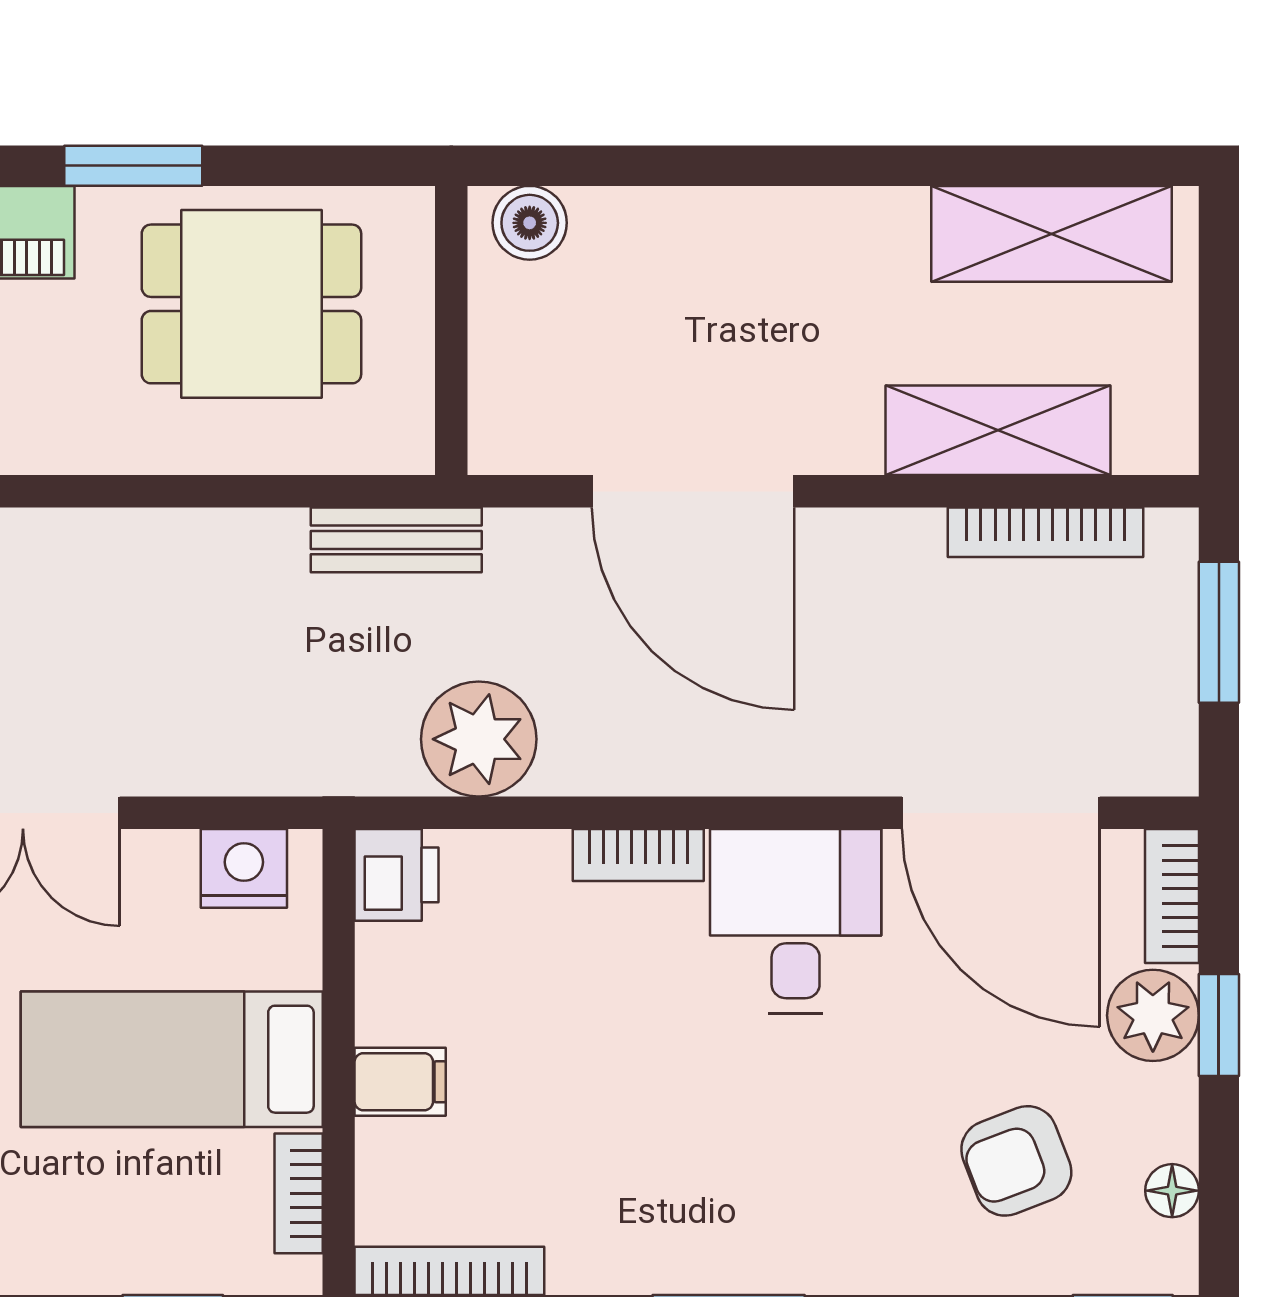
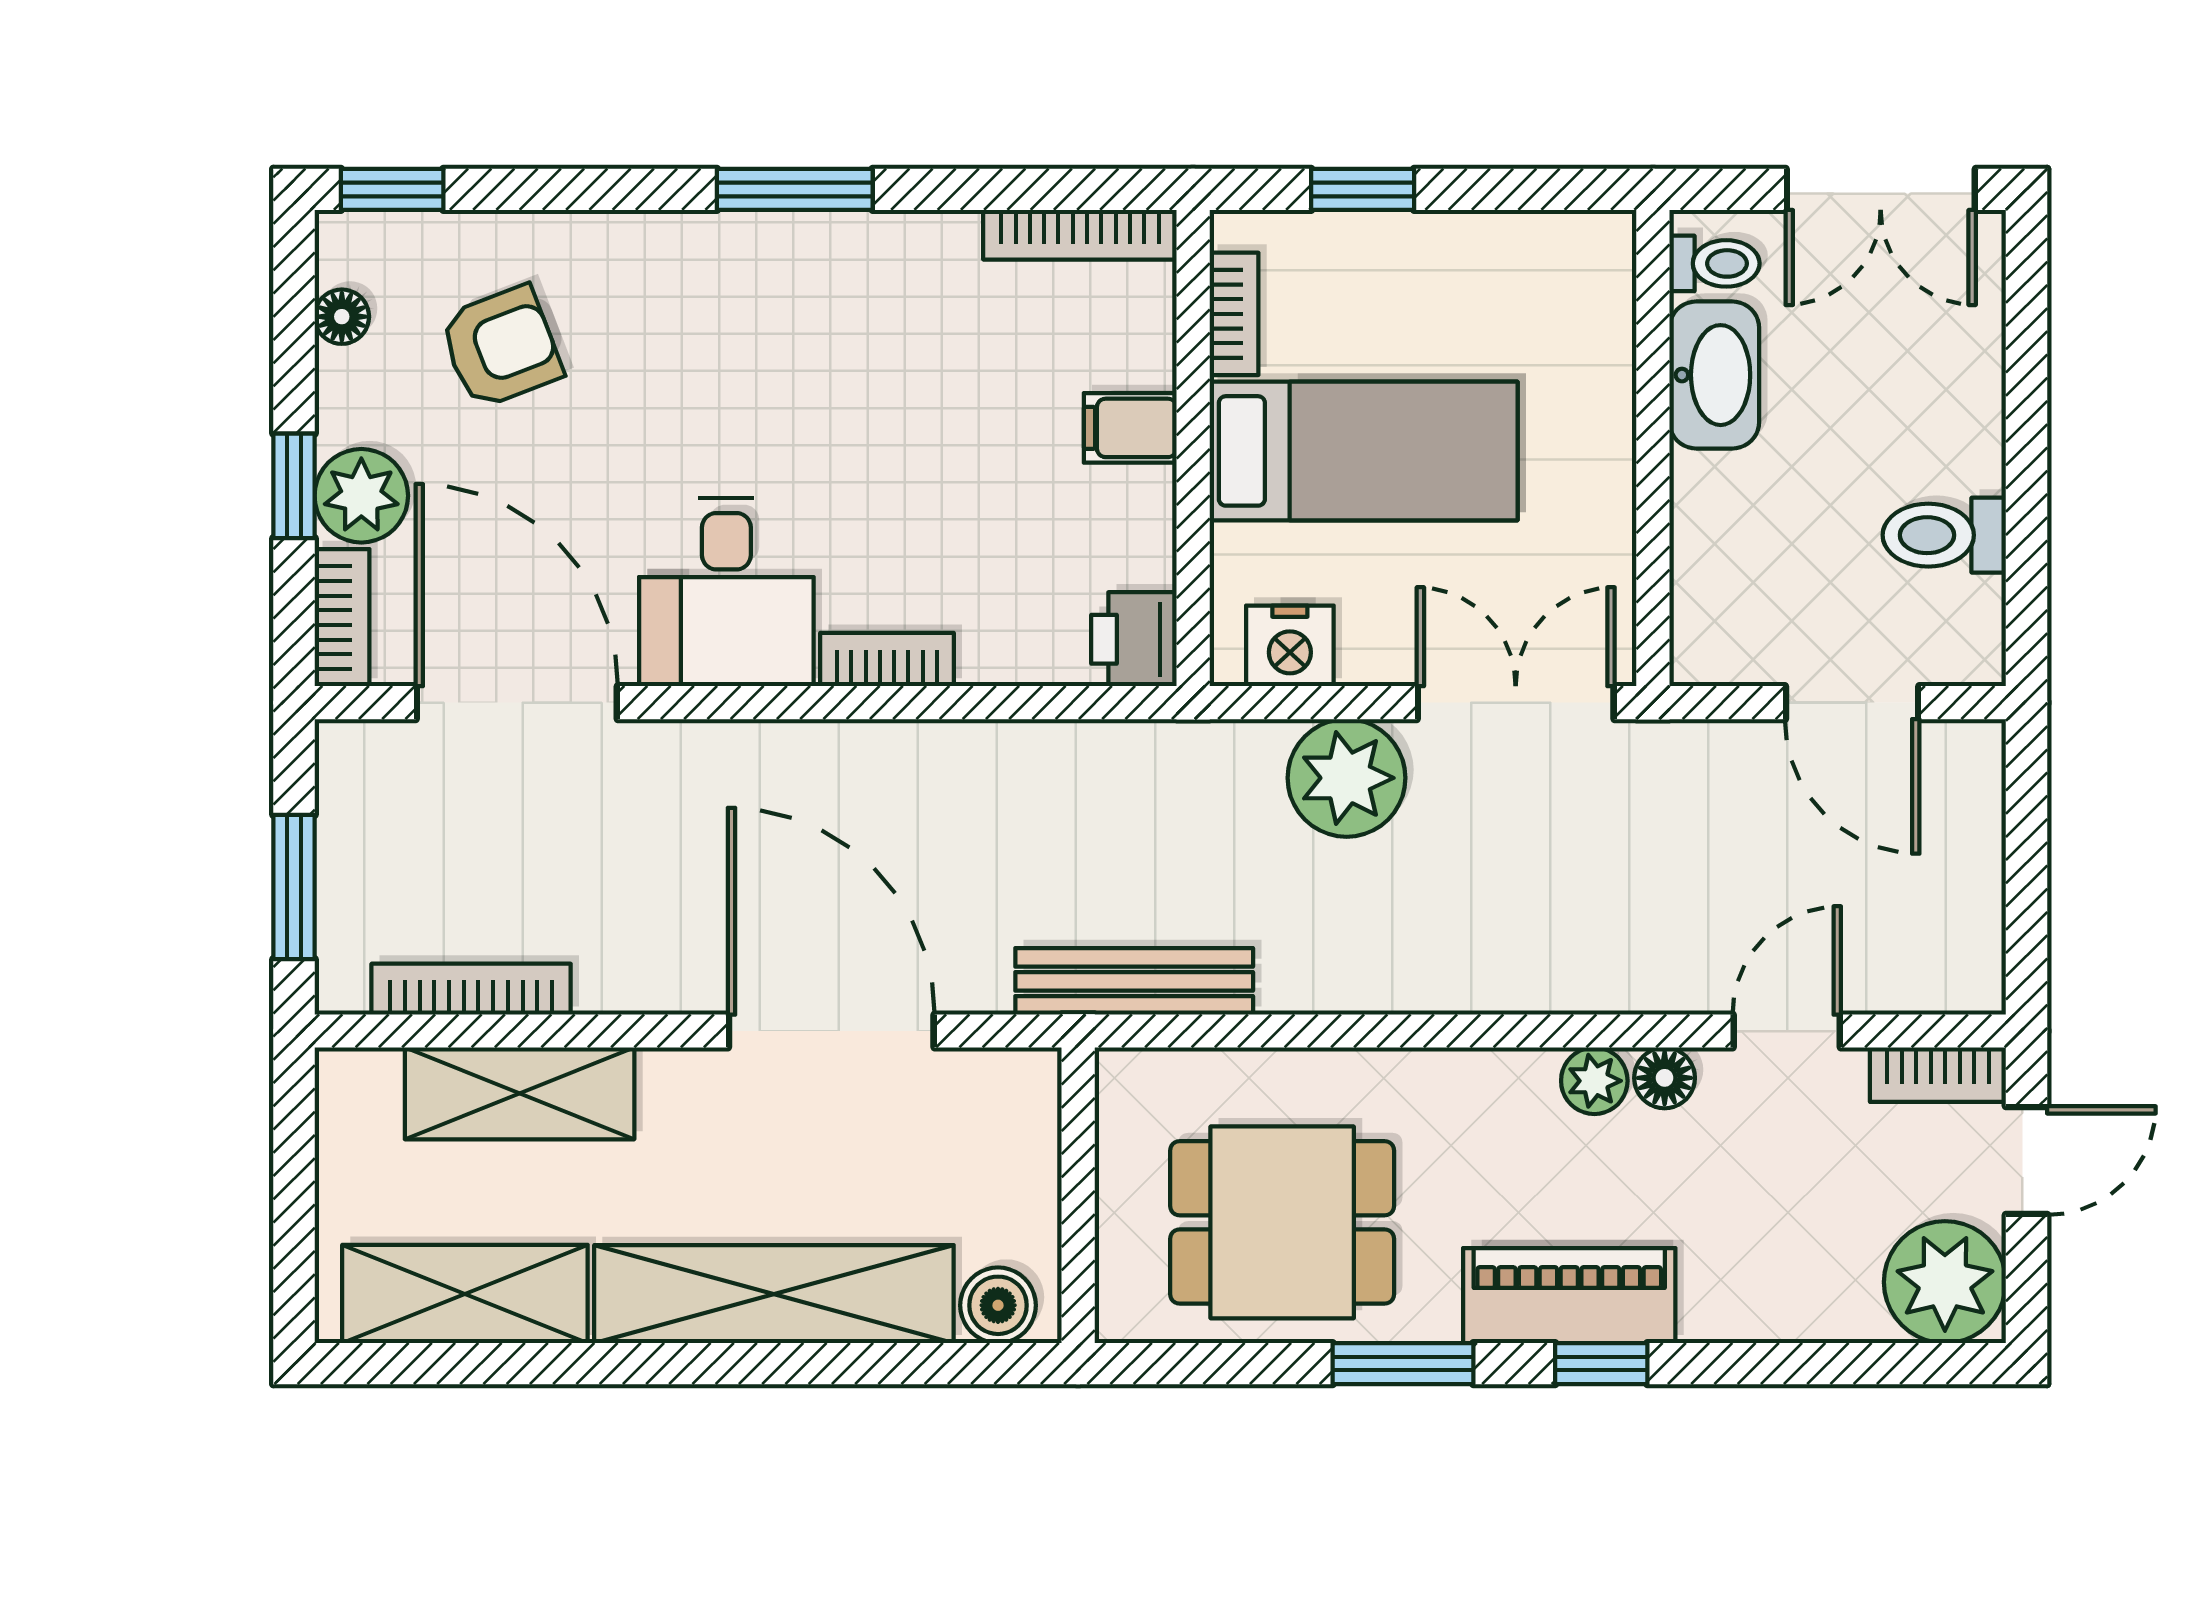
shelving: (749, 234) -> (774, 1294), added
bench: (396, 540) -> (1134, 981), width x1.36
plant: (479, 739) -> (1347, 778), moved

